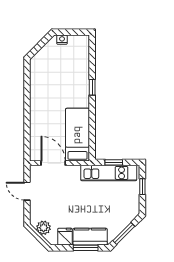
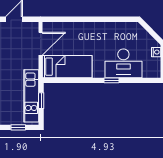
desk: (74, 75) -> (123, 63), added

